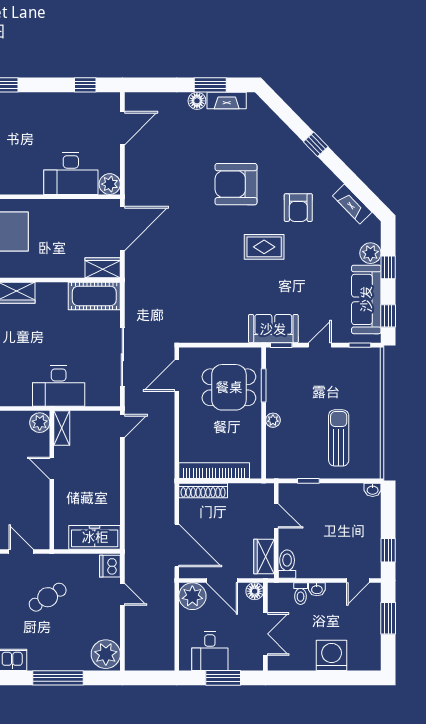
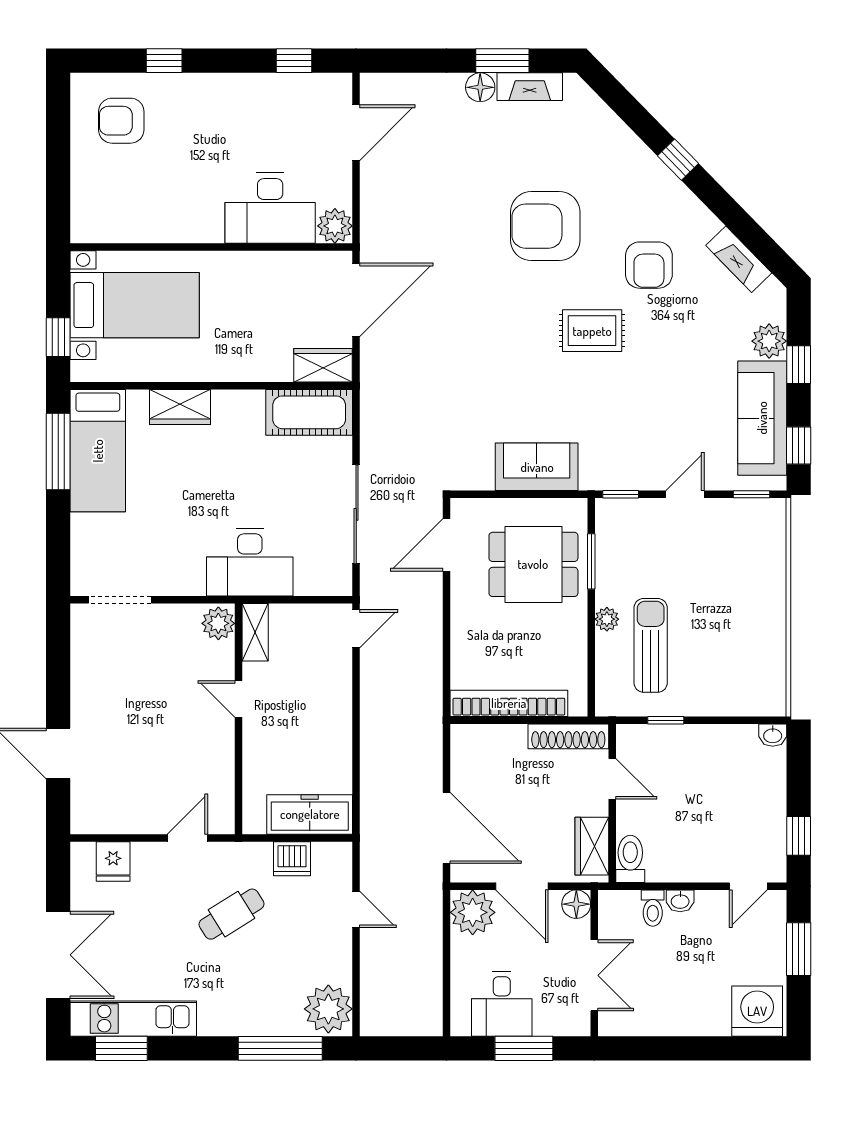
sofa: (273, 329) -> (537, 467), moved
sun lounger: (339, 438) -> (651, 645), moved
shoe rack: (203, 491) -> (568, 736), moved
door: (21, 551) -> (187, 838), hinge flipped
dishwasher: (110, 566) -> (292, 859), moved, turned -90
washing machine: (332, 655) -> (757, 1011), moved
window: (58, 678) -> (280, 1048), moved

